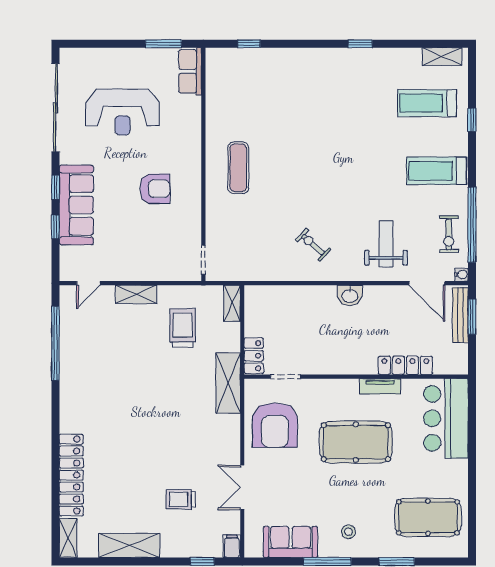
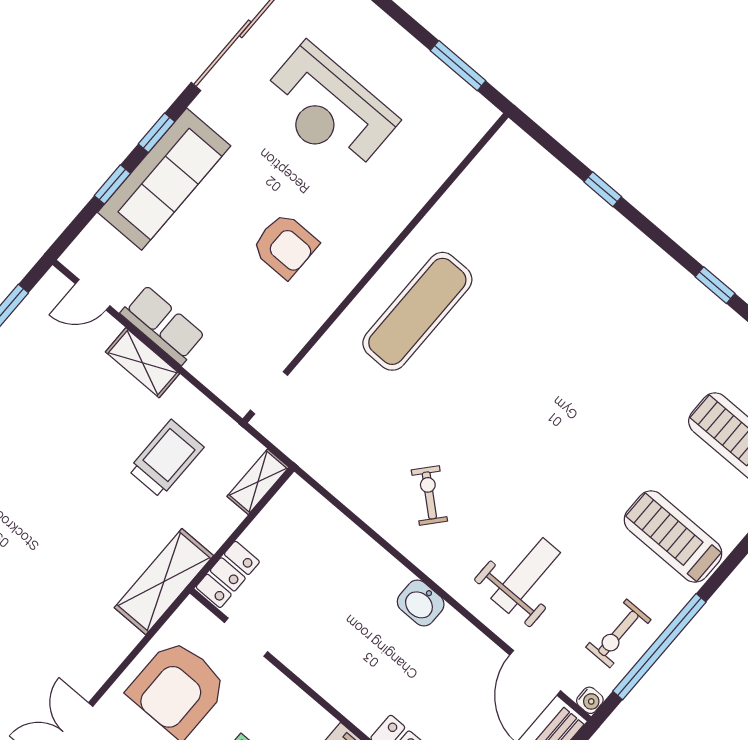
window: (249, 44) -> (603, 189), moved
row of seats: (190, 71) -> (163, 325), moved, turned 90
exercise mat: (238, 168) -> (417, 311), width x1.36, depth x1.45

